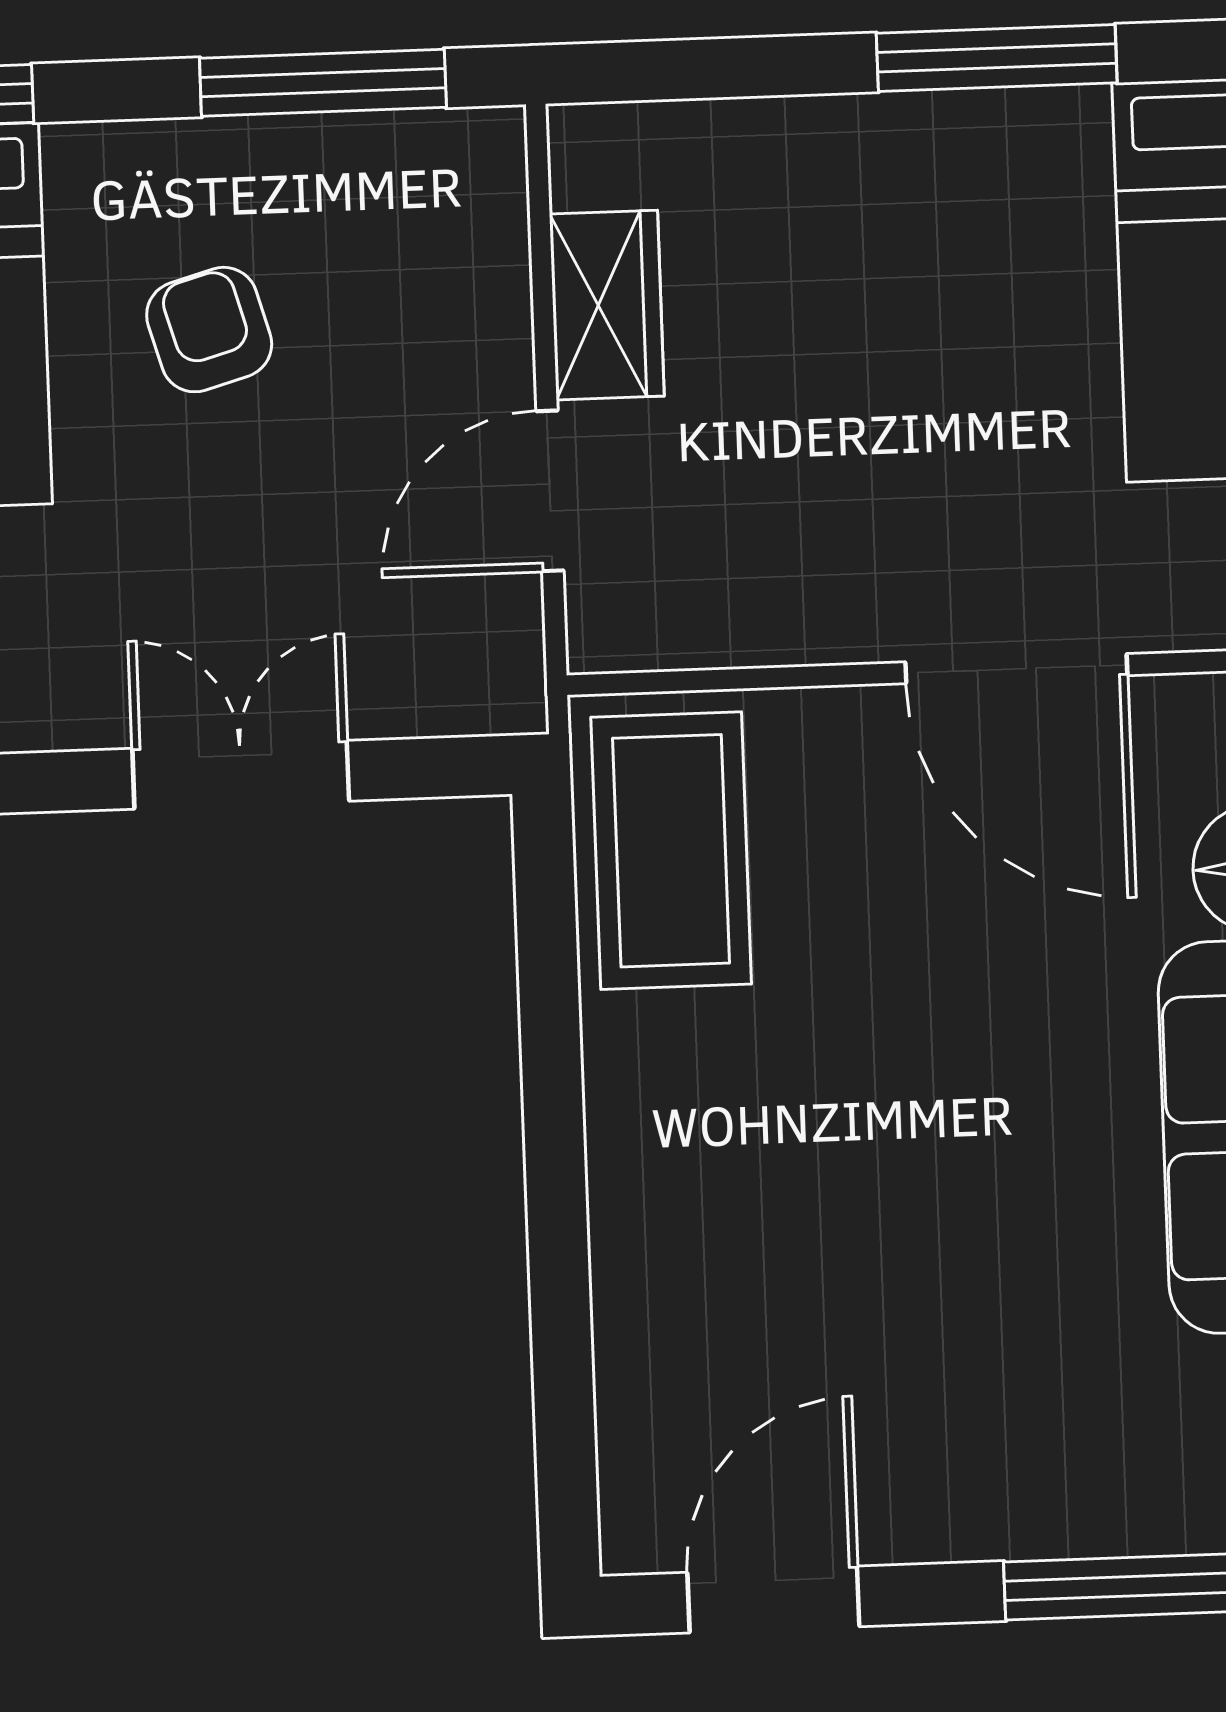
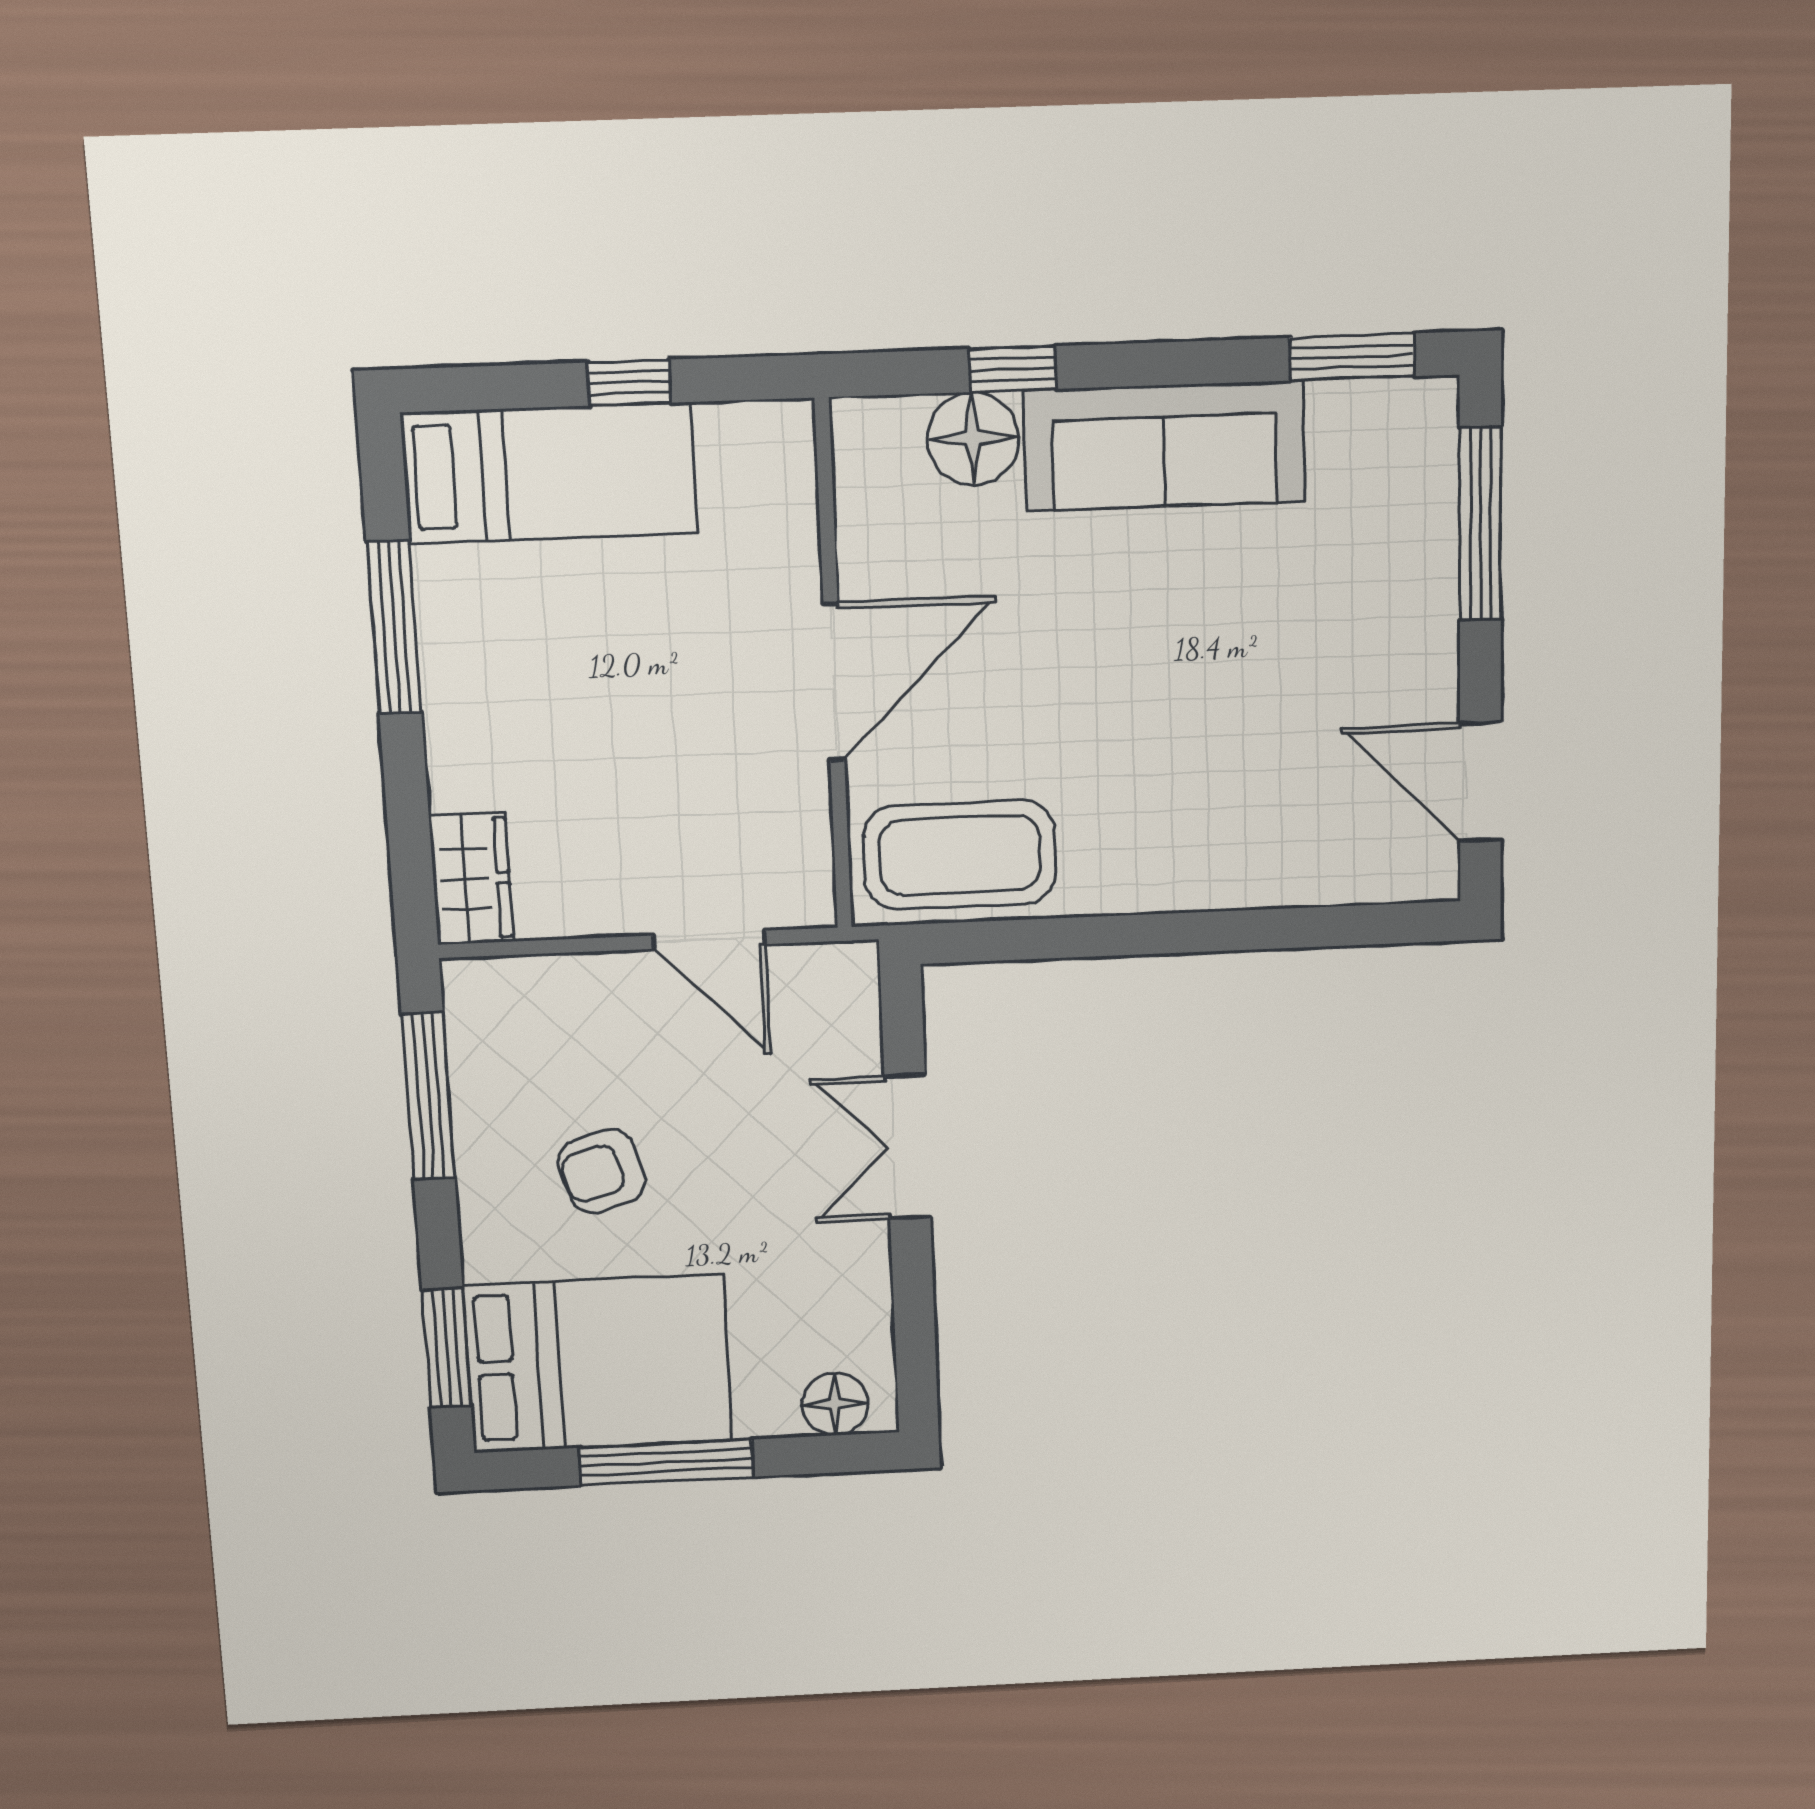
wardrobe: (607, 305) -> (471, 879), moved, turned 90
door: (1016, 669) -> (834, 682), moved

